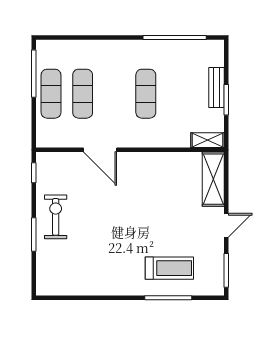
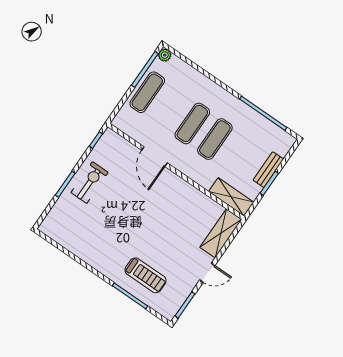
plant: (43, 47) -> (165, 55), added
exercise mat: (83, 94) -> (192, 123), moved
shelving: (207, 140) -> (231, 197), width x1.50, depth x1.33

